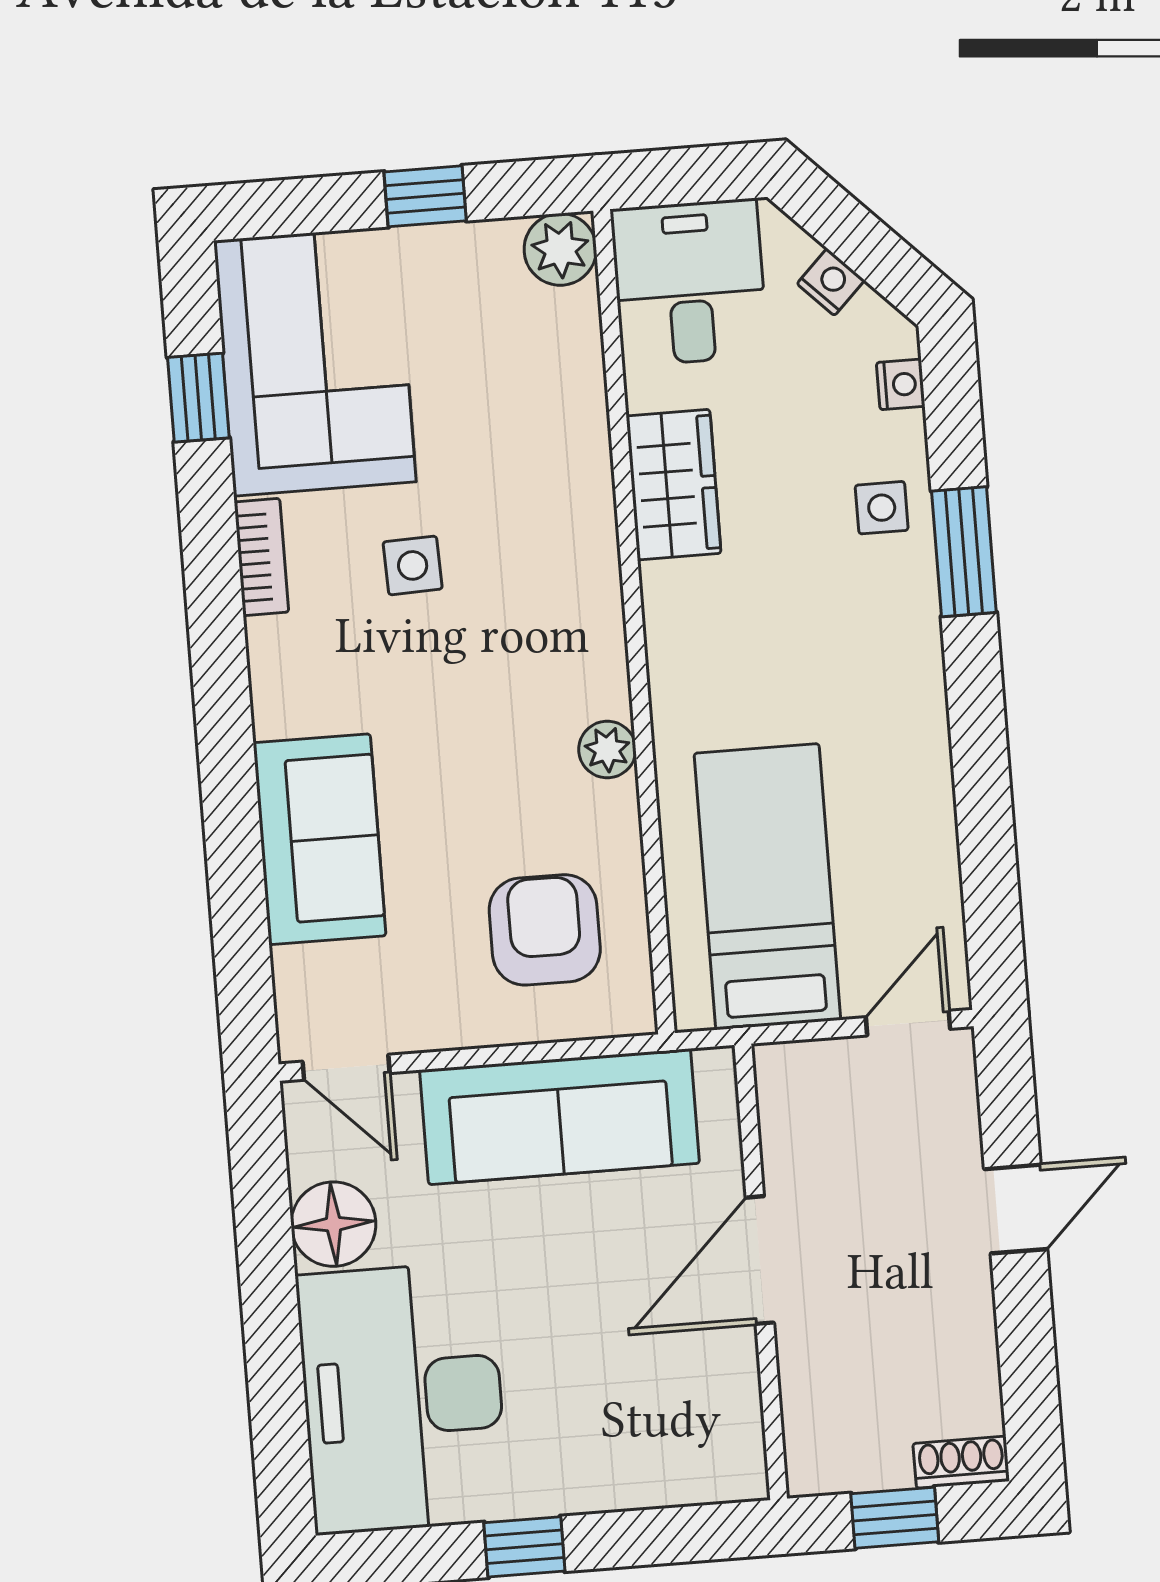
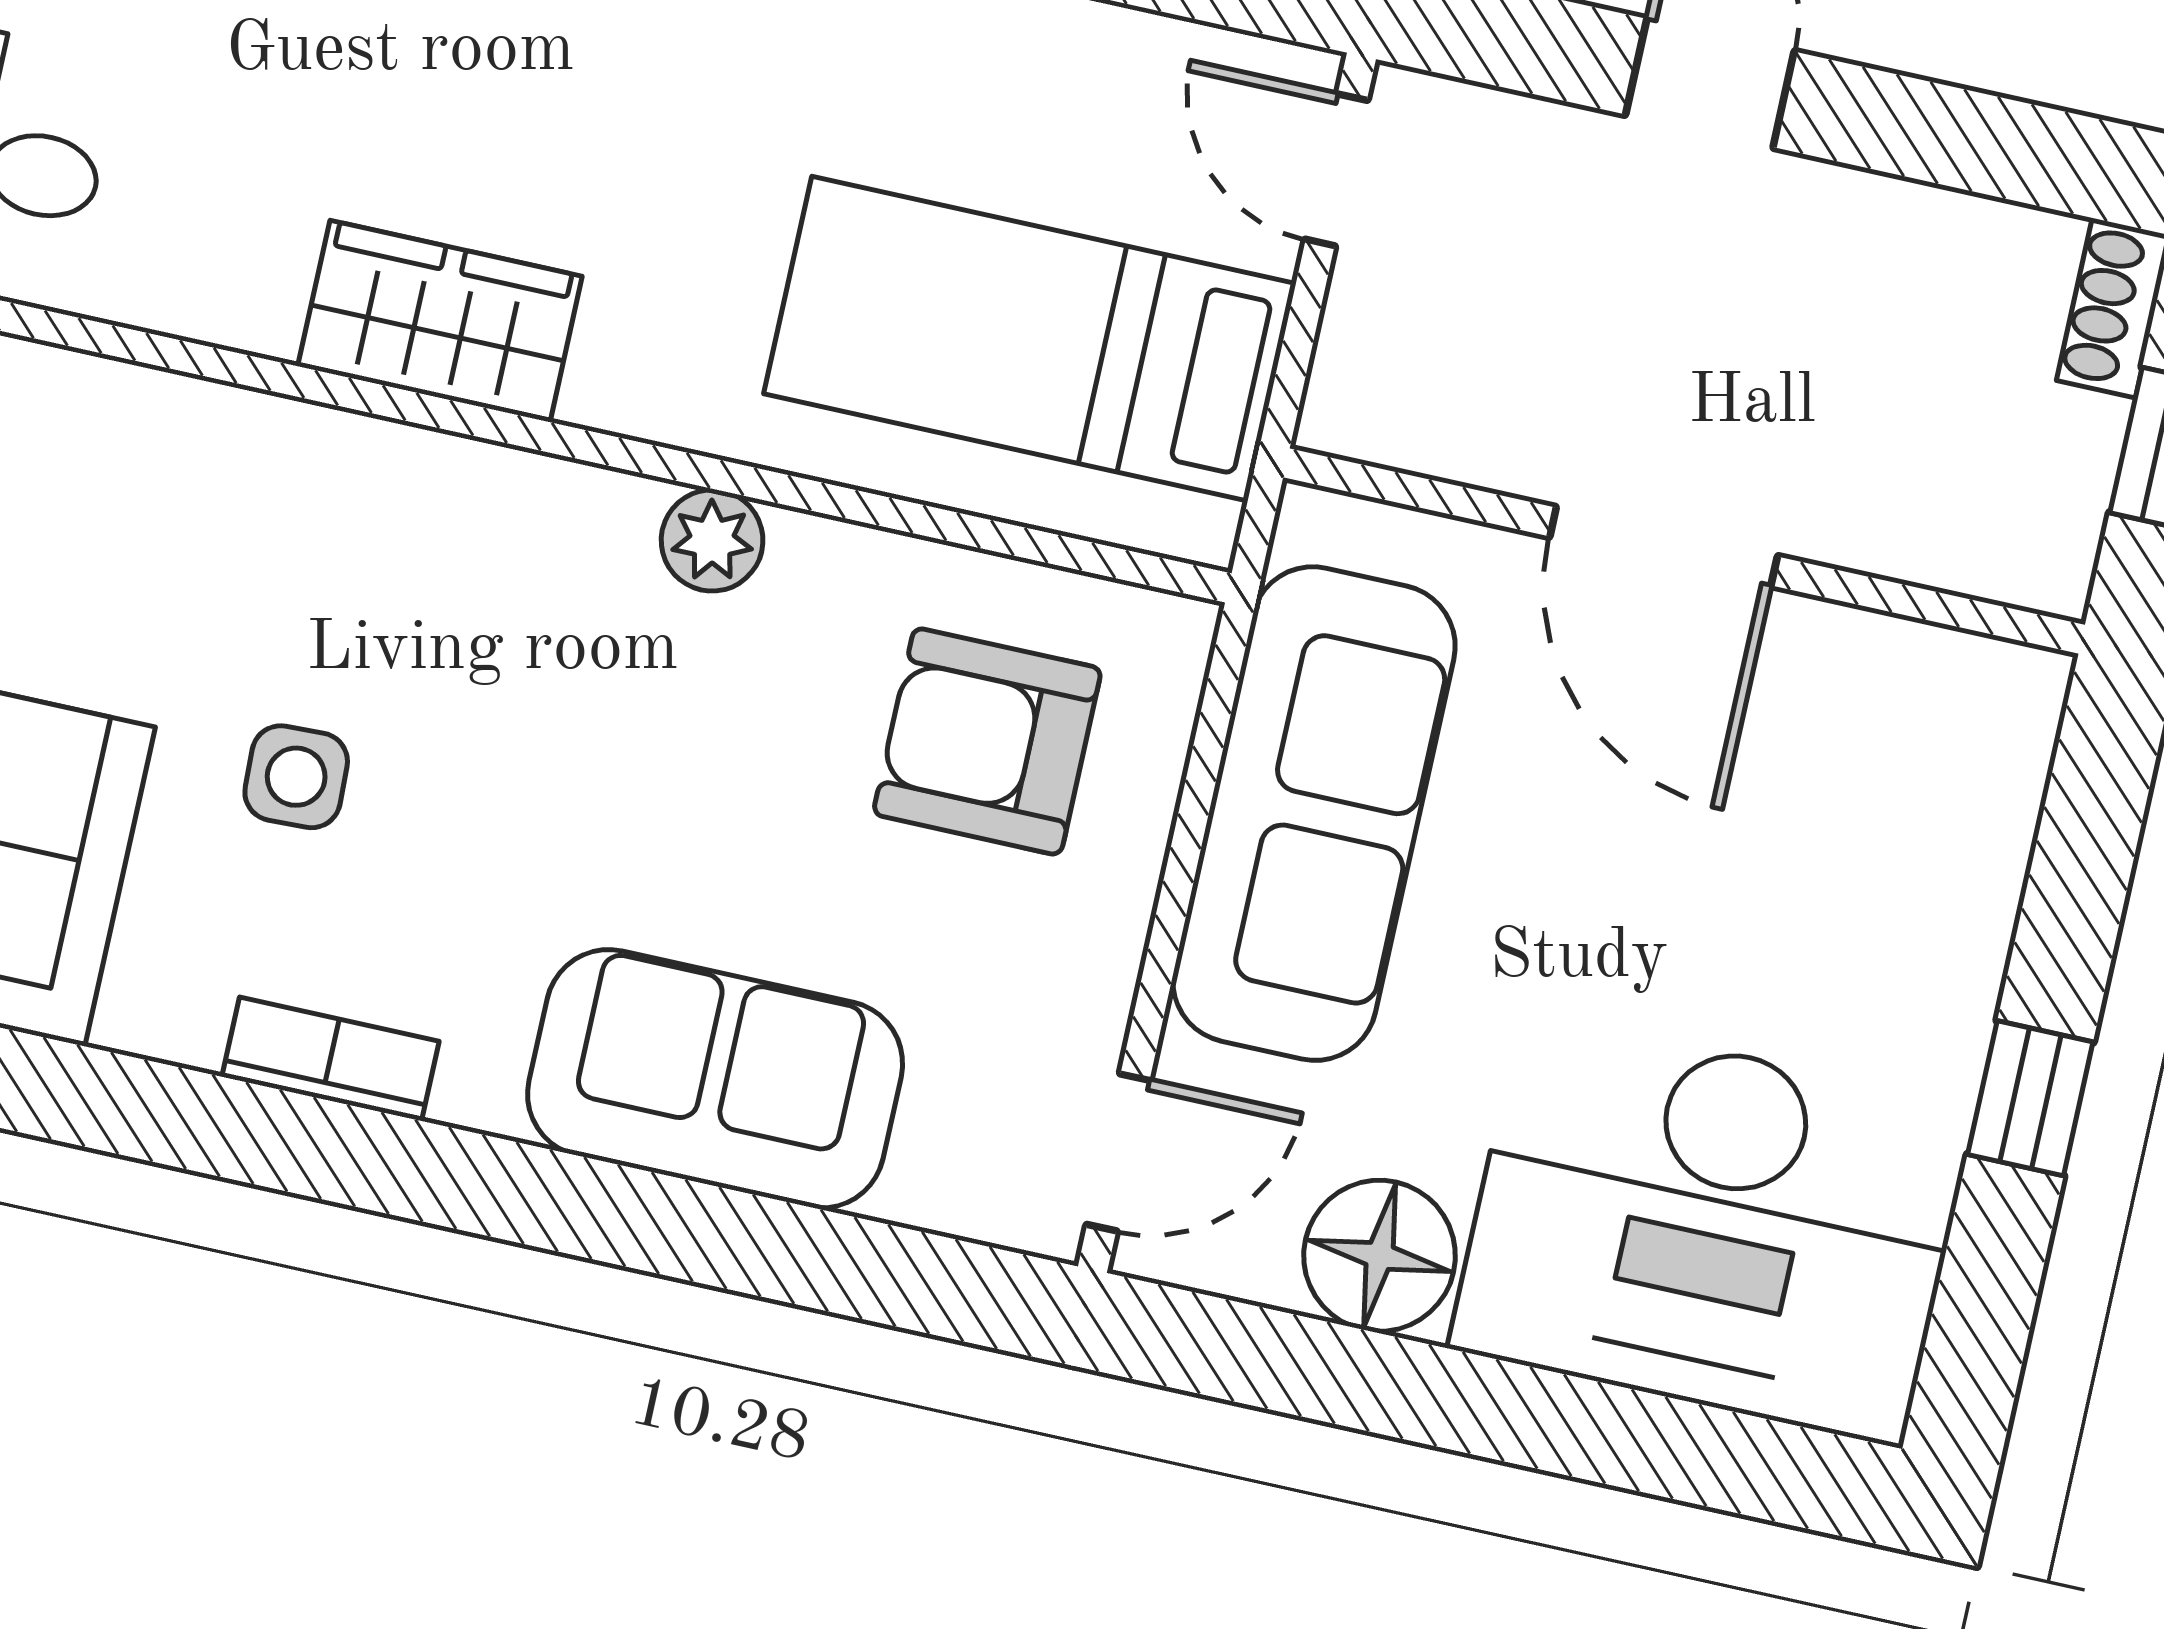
wardrobe: (674, 485) -> (440, 321), moved
bookcase: (261, 557) -> (330, 1059), moved

